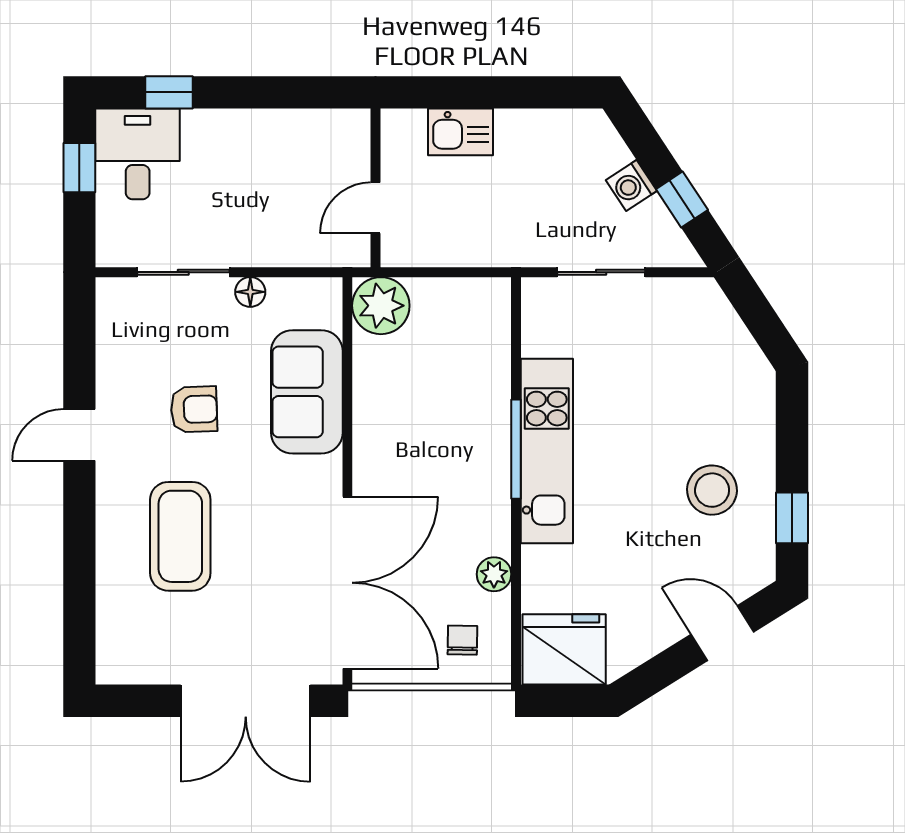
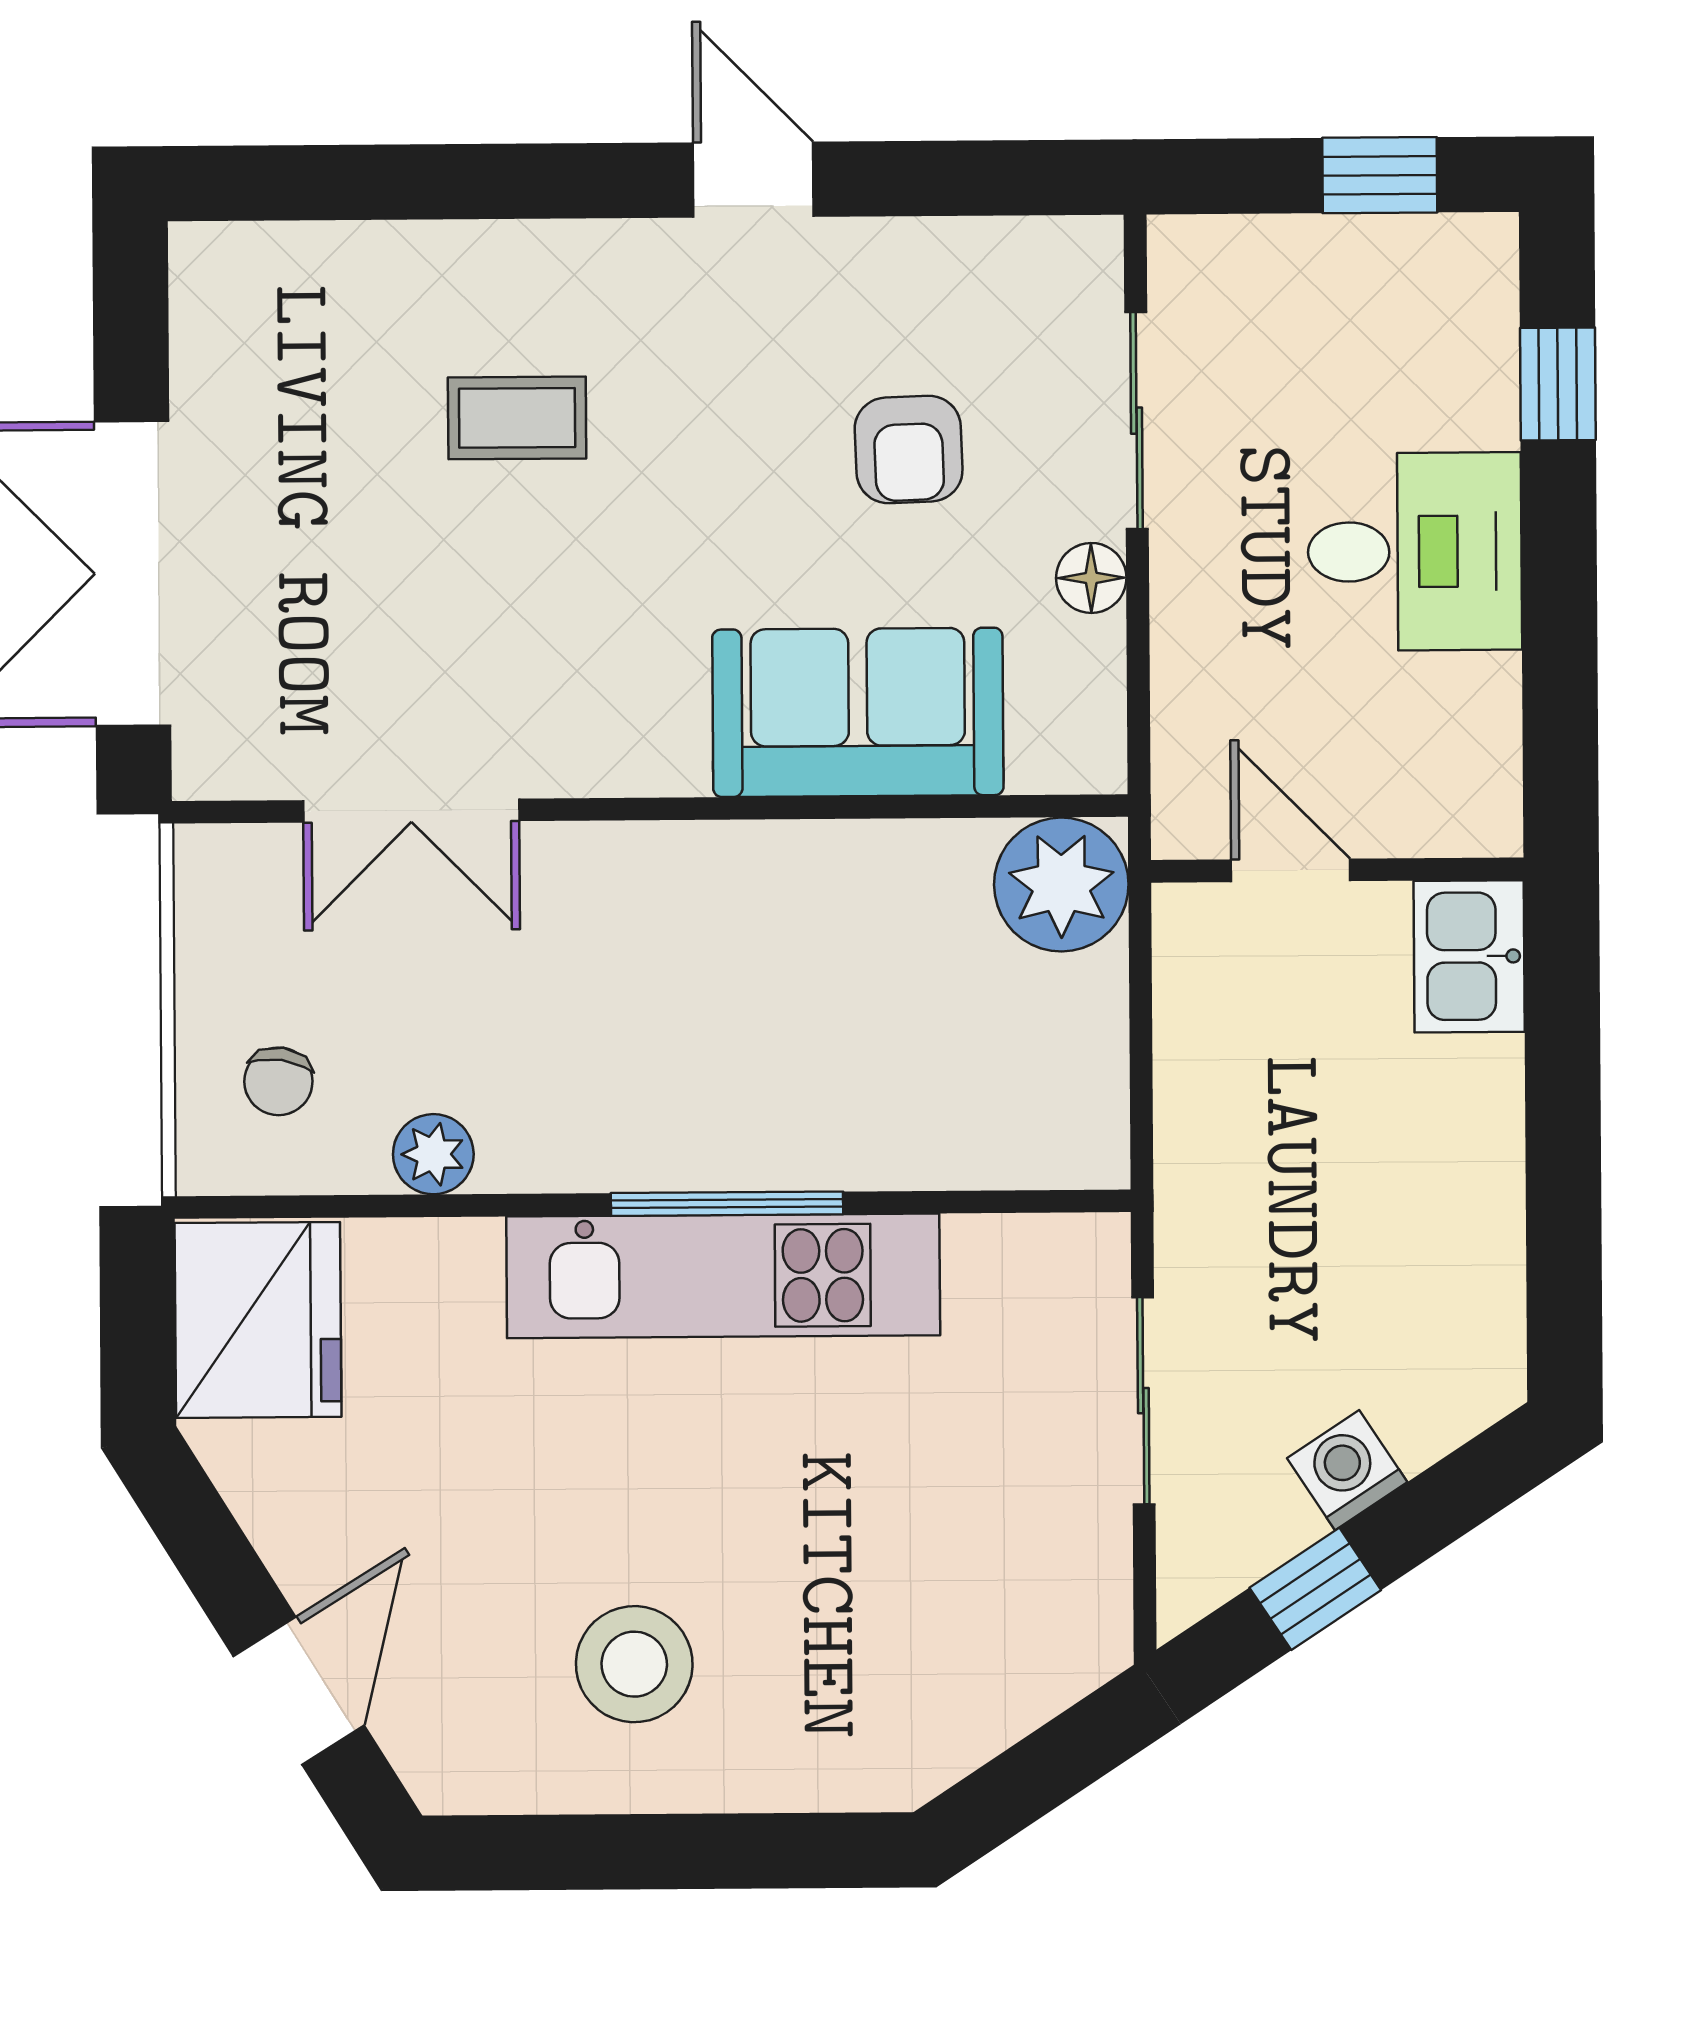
kitchen sink: (460, 132) -> (1469, 956), moved
desk: (138, 154) -> (1415, 552), moved
armchair: (194, 409) -> (909, 450), moved
window: (792, 518) -> (570, 1852), removed
coffee table: (180, 536) -> (517, 418), width x0.54, depth x0.58
double door: (347, 583) -> (411, 811), width x0.54
chair: (462, 640) -> (278, 1081), turned 98

